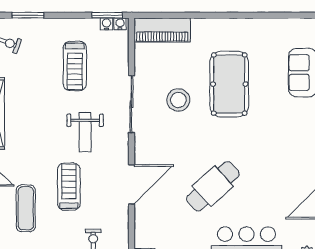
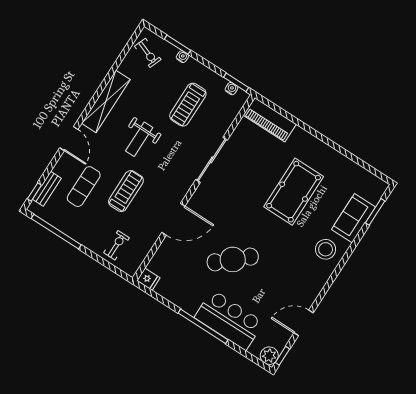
water cooler: (120, 24) -> (182, 57), moved
stool: (178, 100) -> (326, 249), moved
weight bench: (85, 132) -> (139, 139), moved

